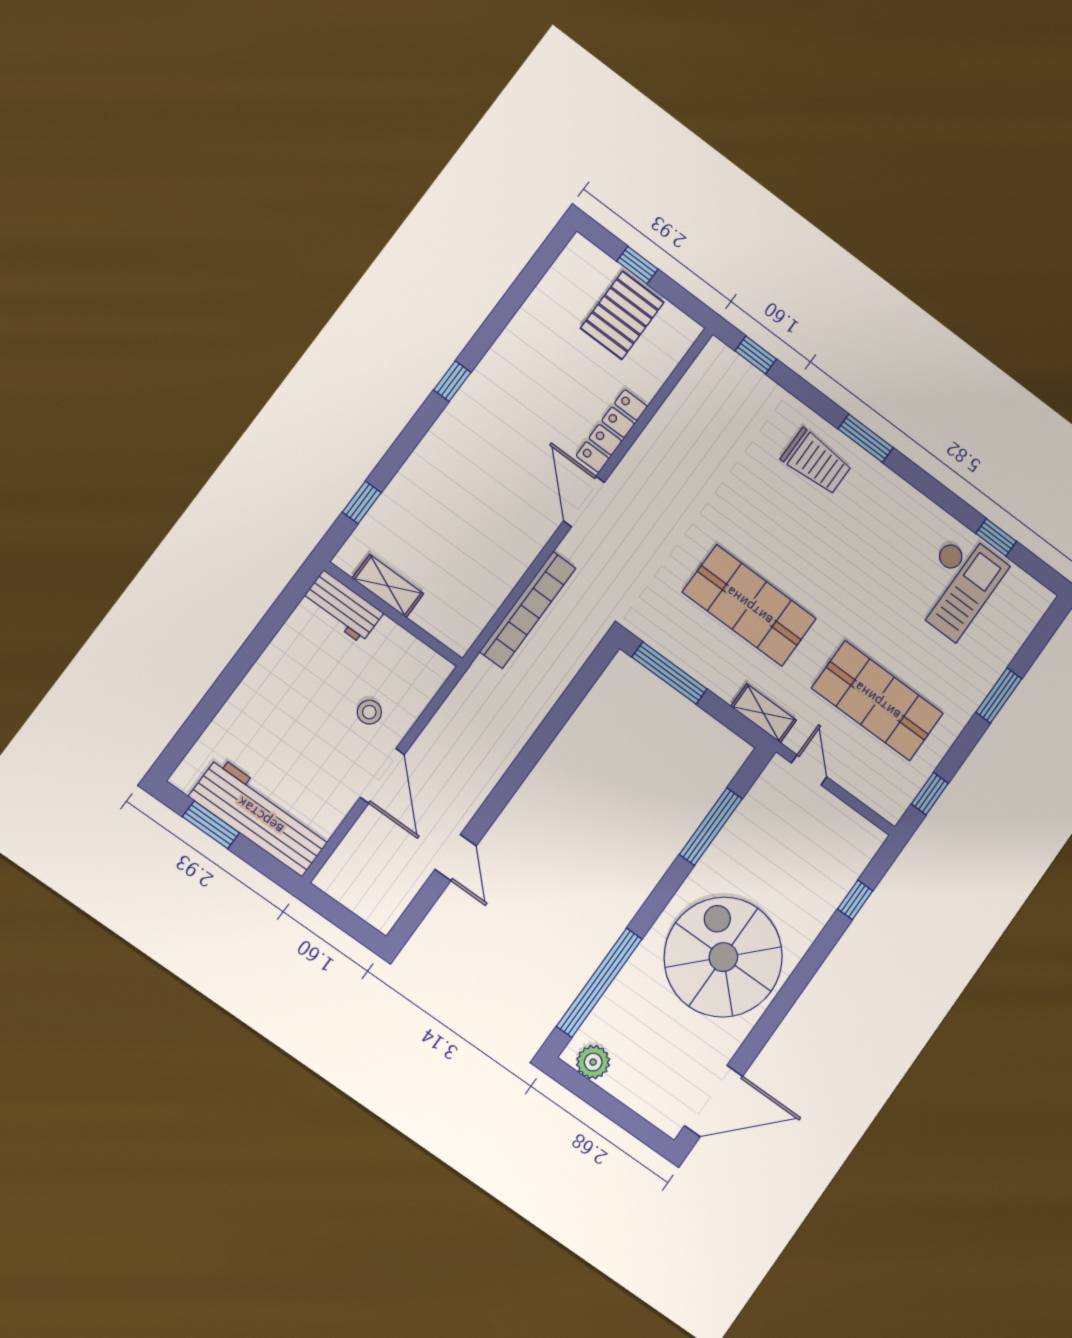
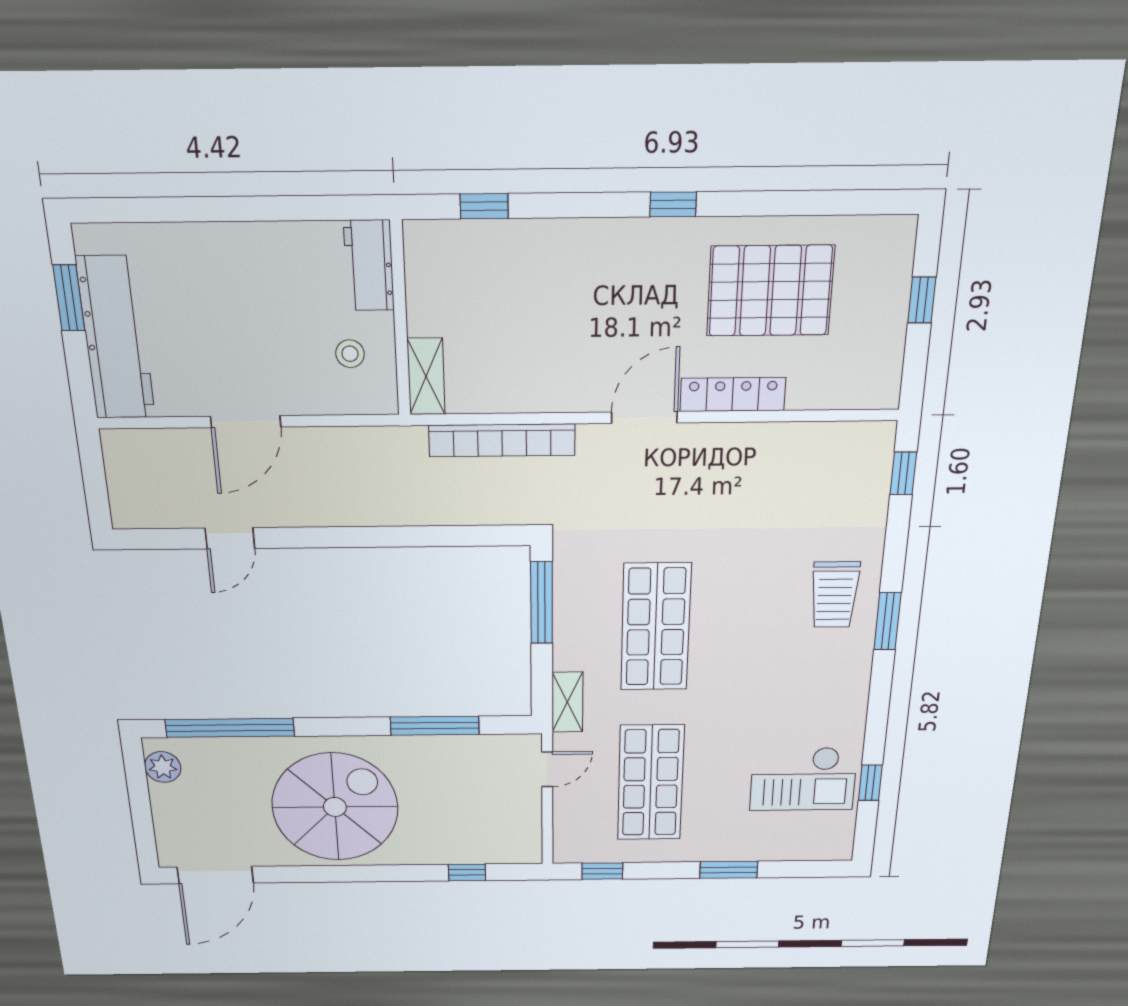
pallet: (622, 315) -> (770, 291), moved, width x1.37, depth x1.41
shelving: (388, 586) -> (426, 376), moved
stool: (369, 712) -> (350, 354), moved
door: (714, 1101) -> (215, 875), hinge flipped

